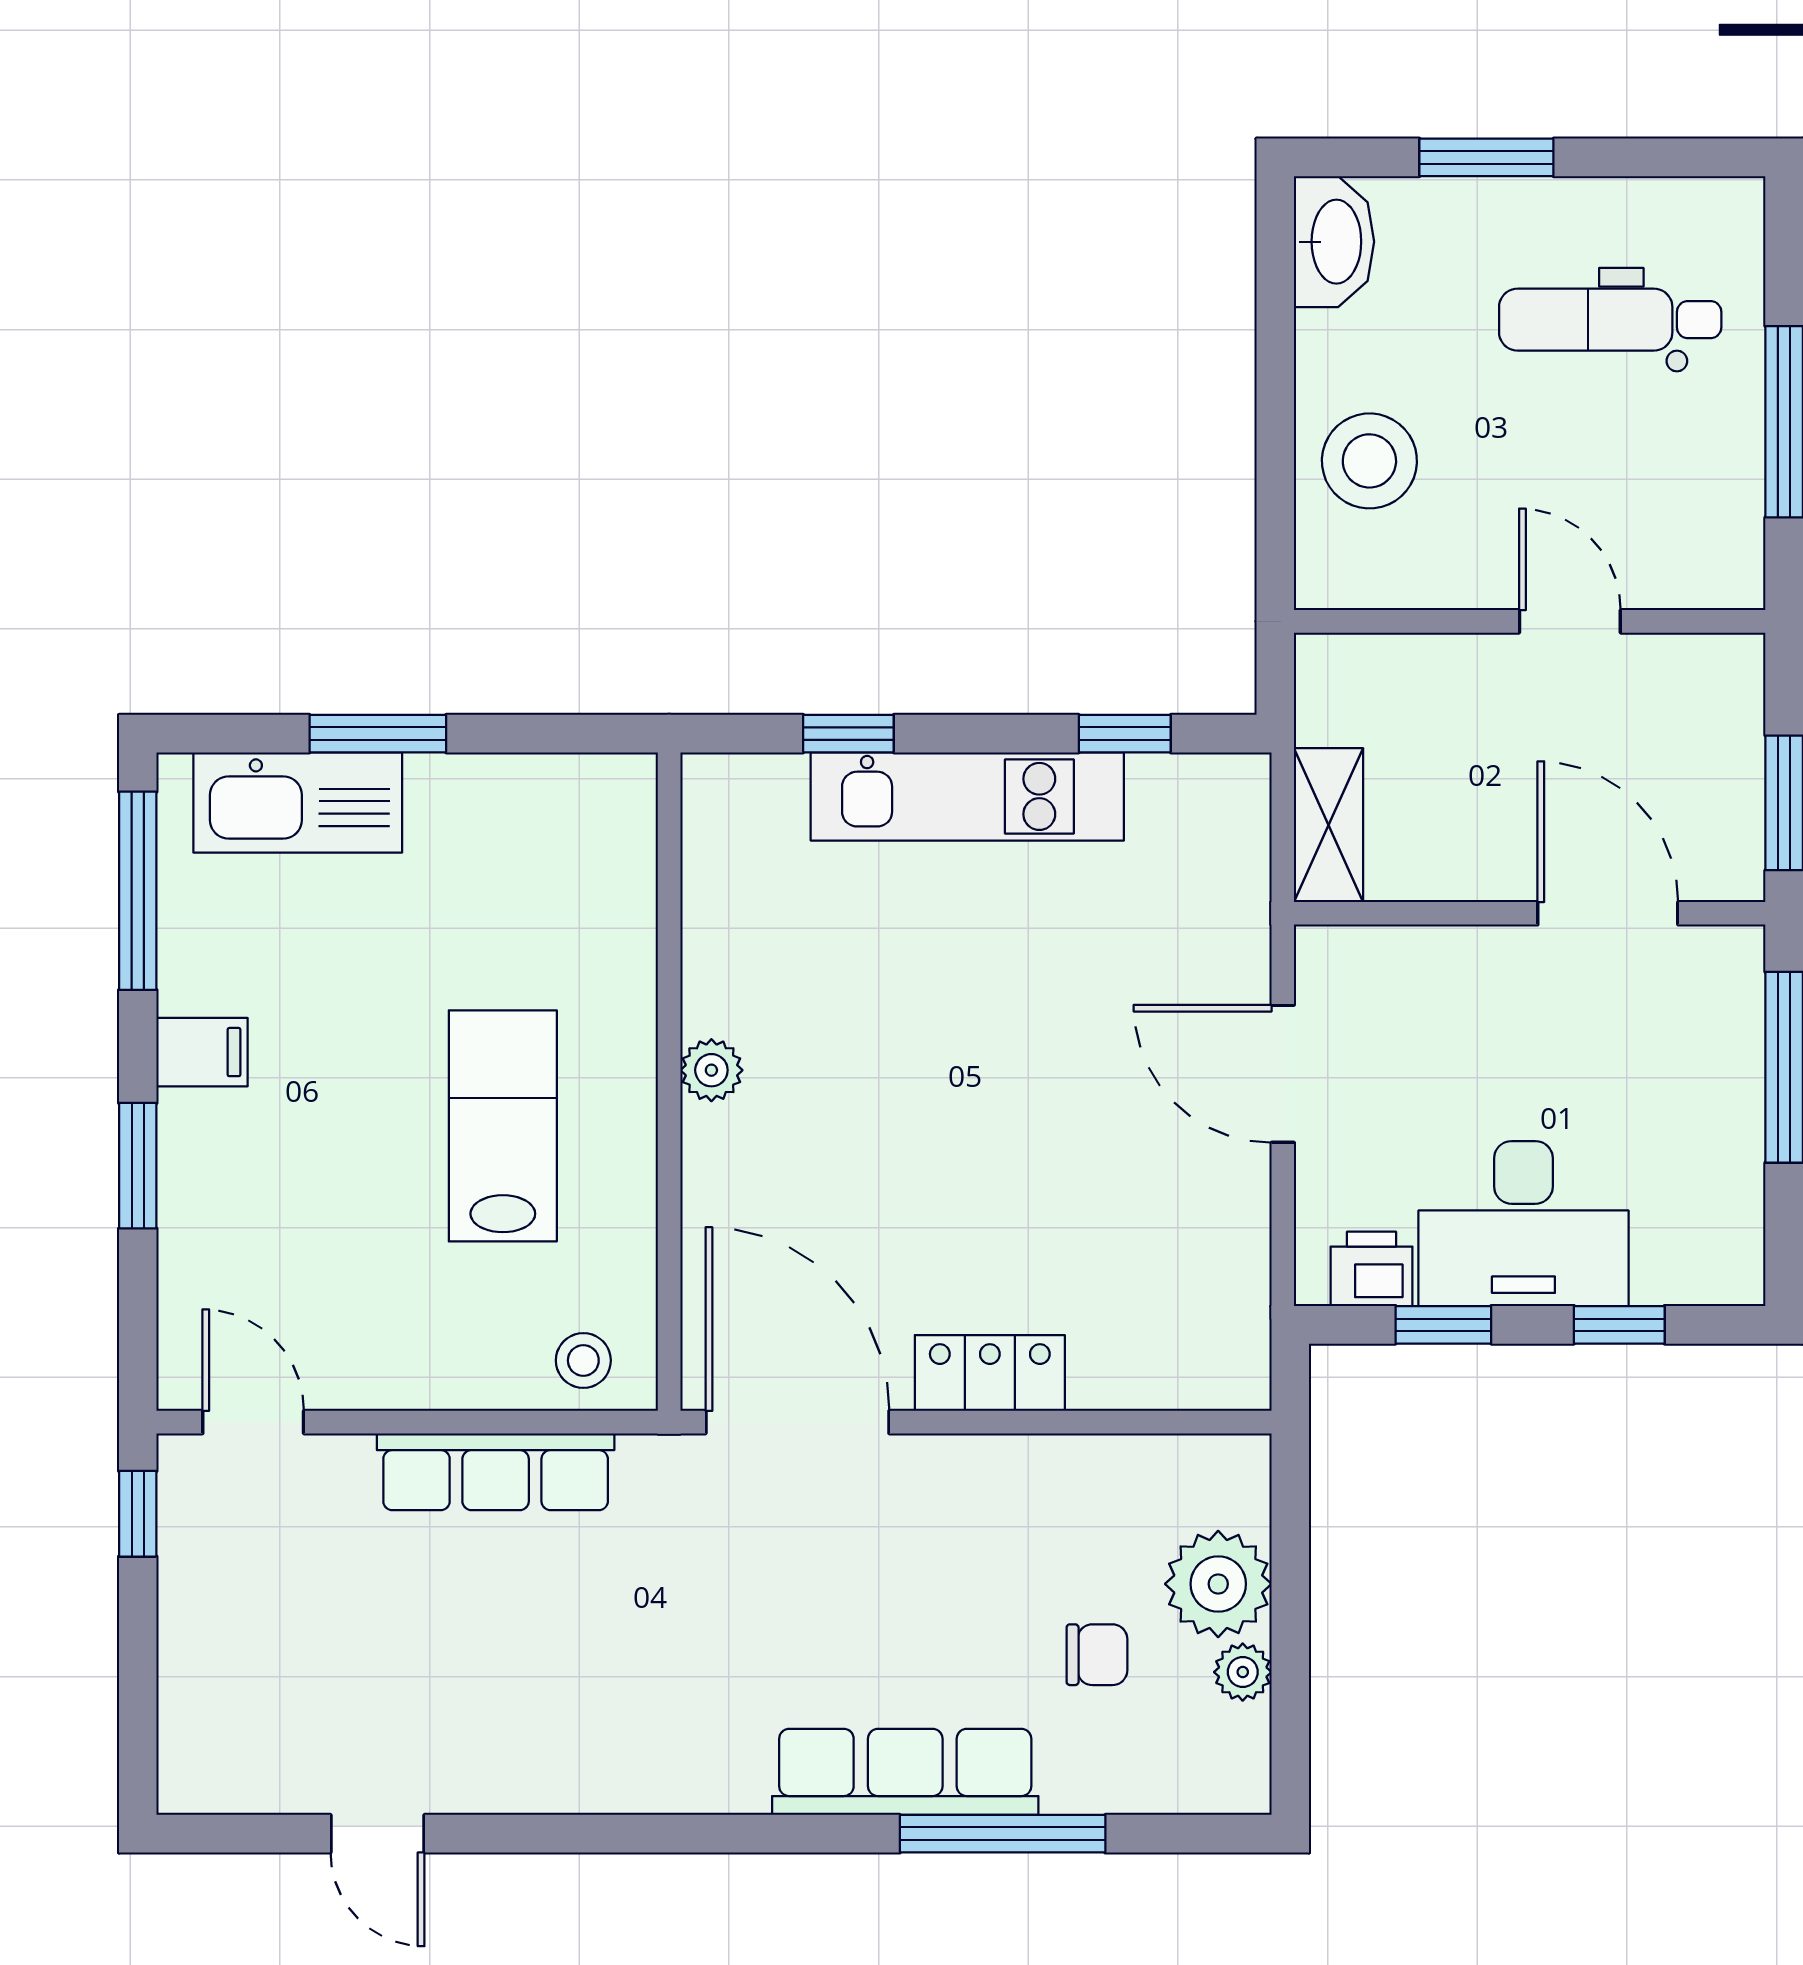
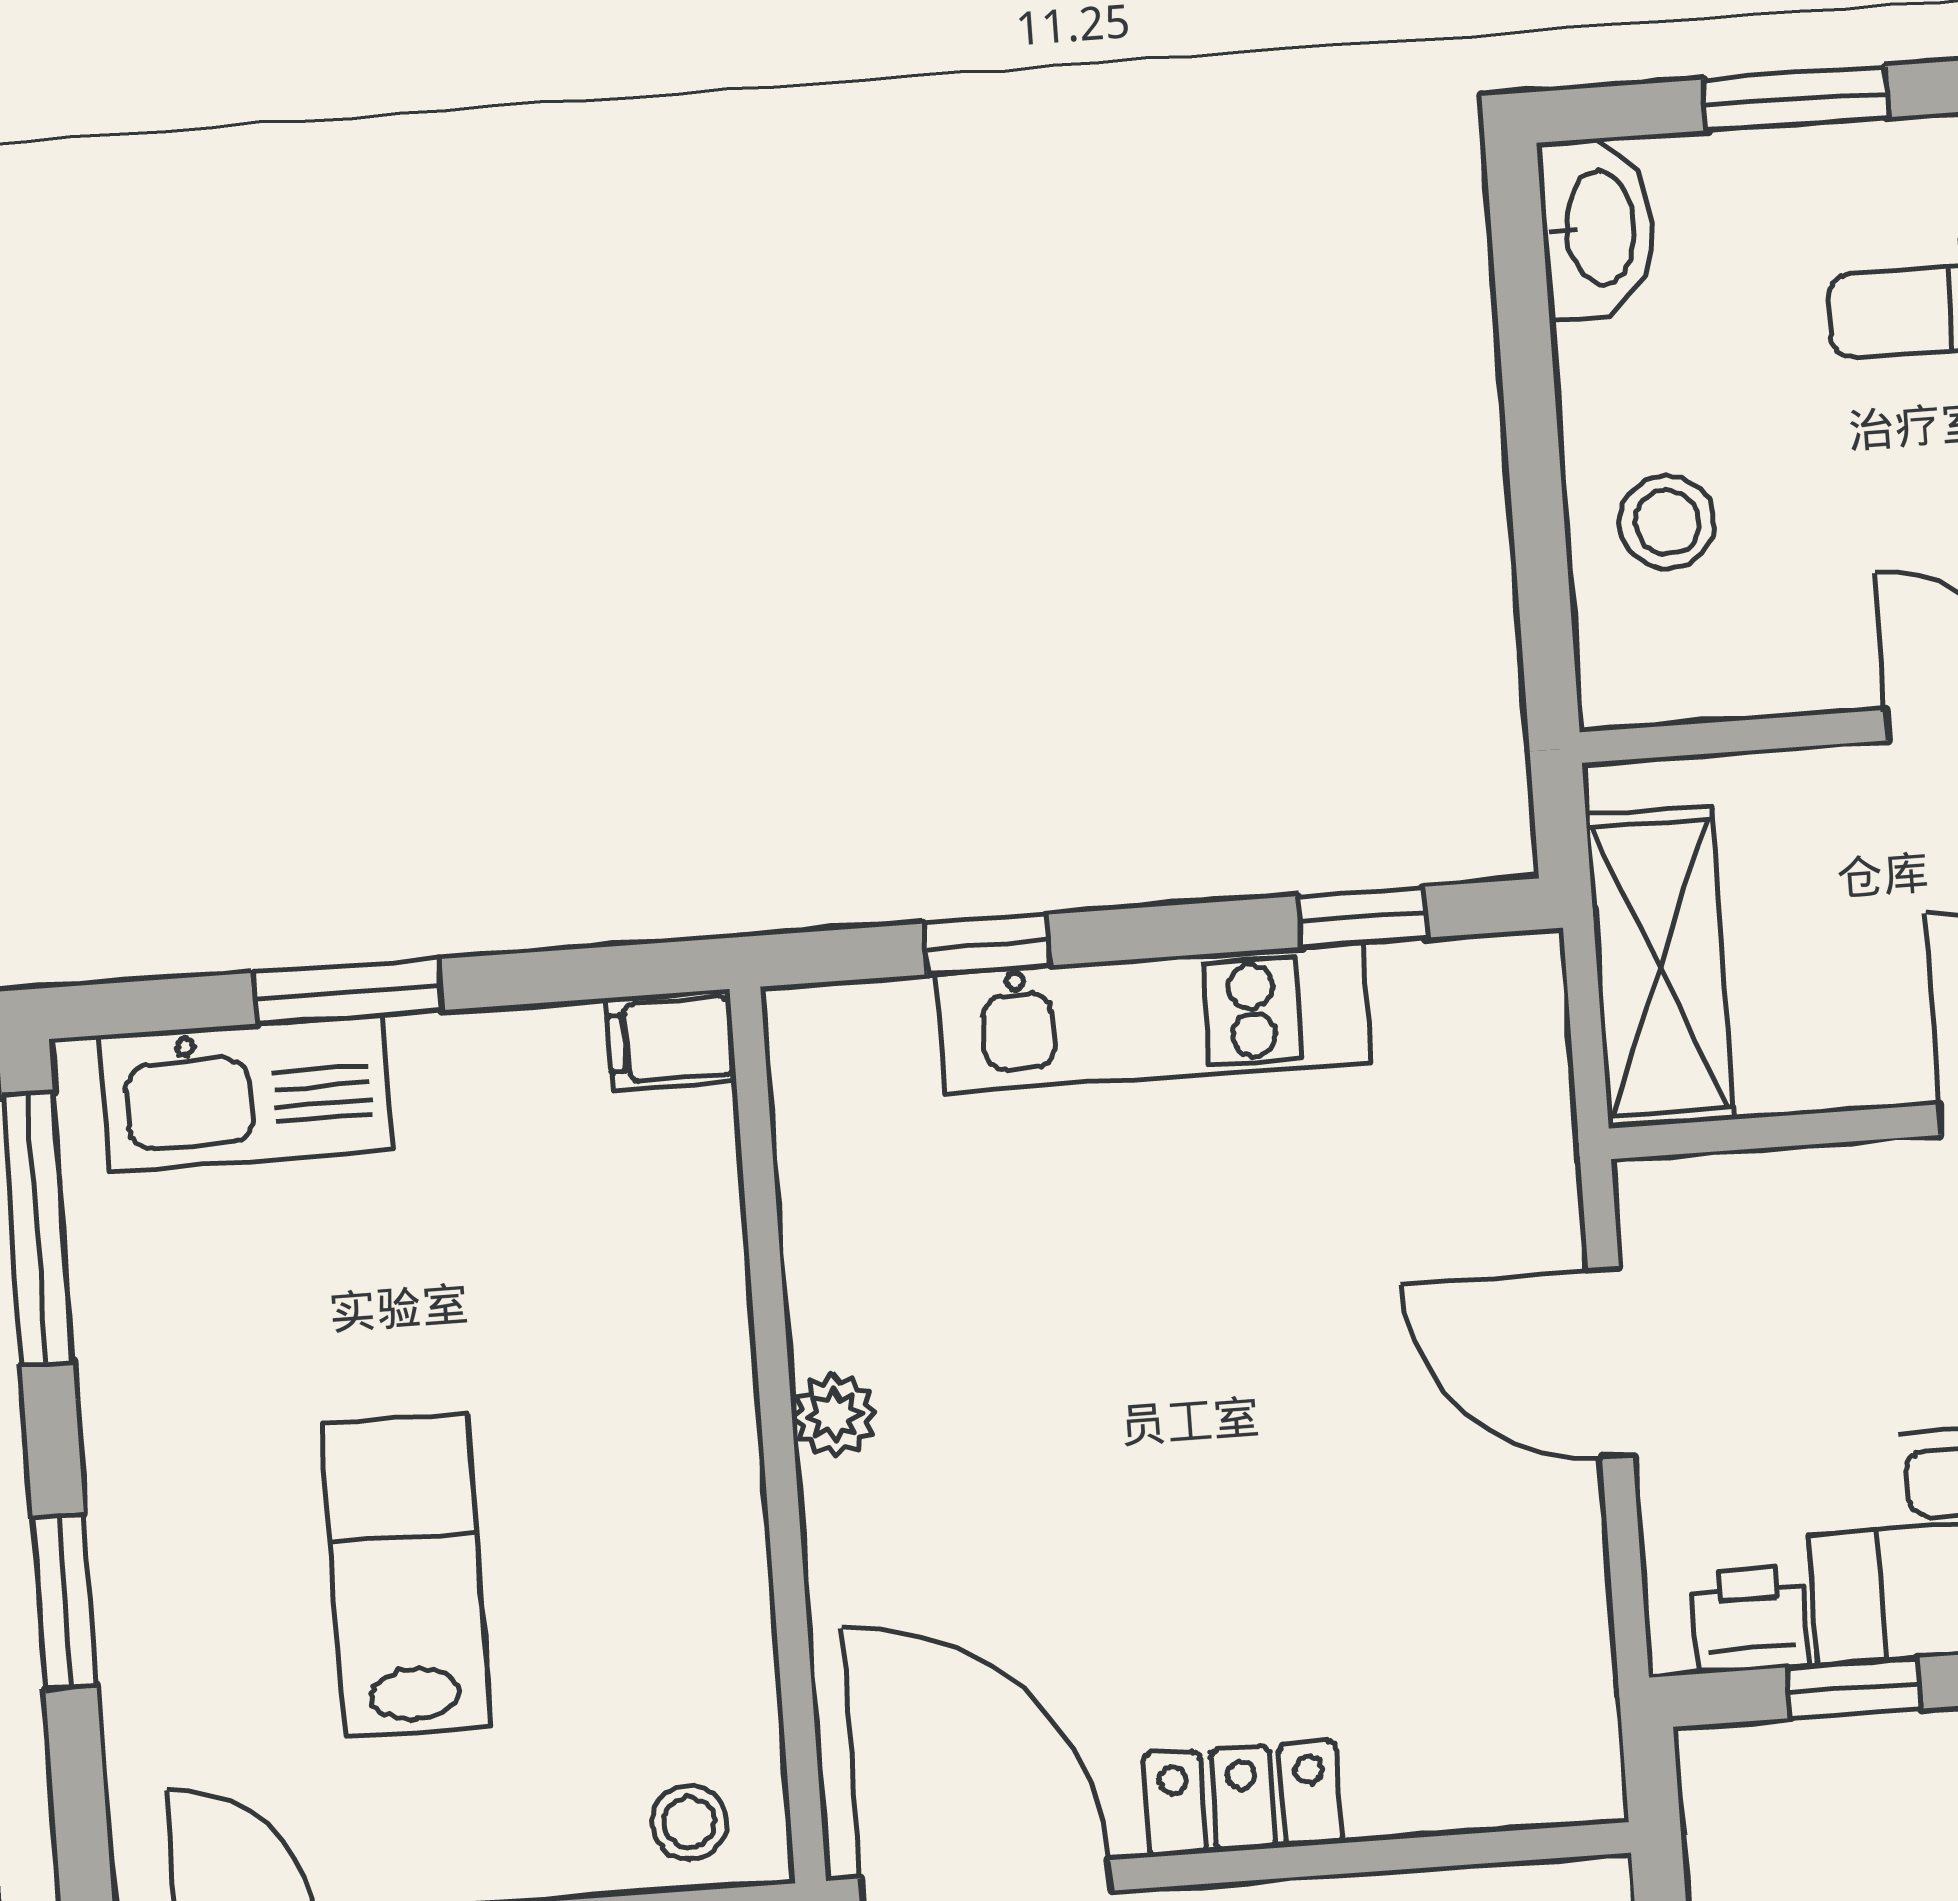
stool: (1369, 461) -> (1667, 522), width x0.73, depth x0.73
shelving: (1329, 825) -> (1660, 967), width x1.50, depth x1.33
filing cabinet: (202, 1052) -> (671, 1040), moved, turned 180
lab bench: (503, 1126) -> (406, 1575), moved

